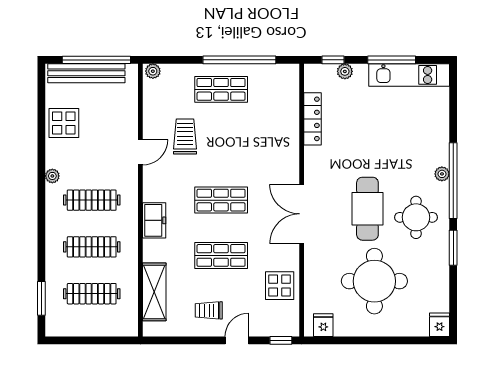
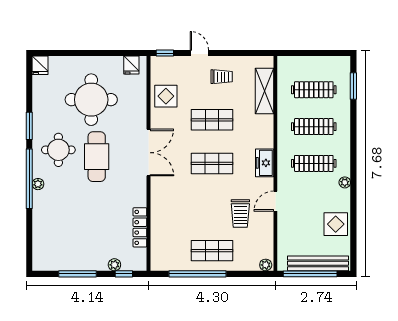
kitchen unit: (409, 75) -> (64, 262), removed
freezer: (154, 220) -> (265, 163), moved
door: (237, 340) -> (199, 53), swing flipped

